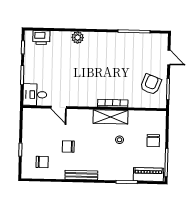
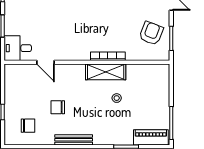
chair: (153, 141) -> (156, 98), removed

